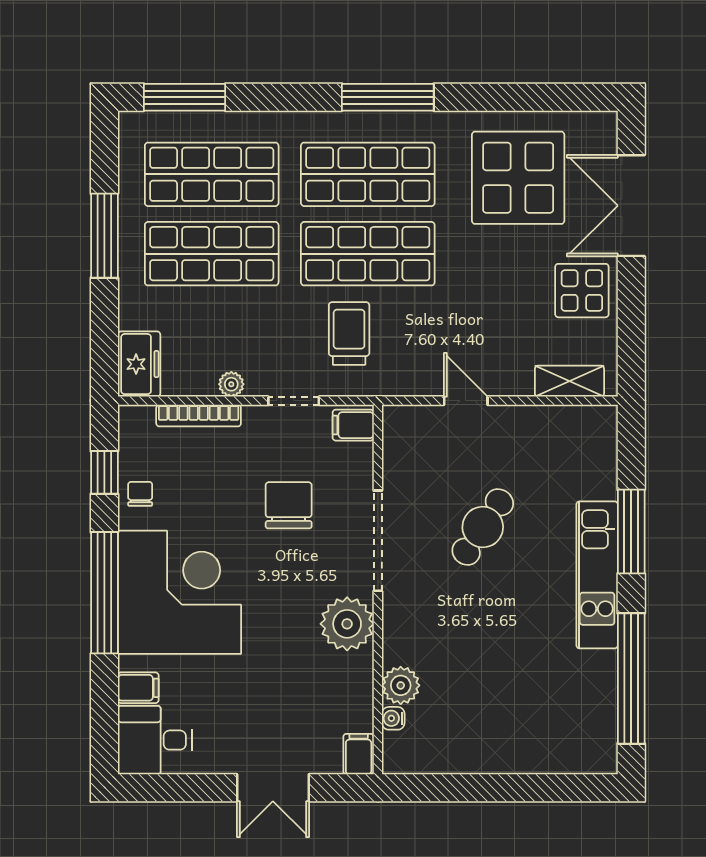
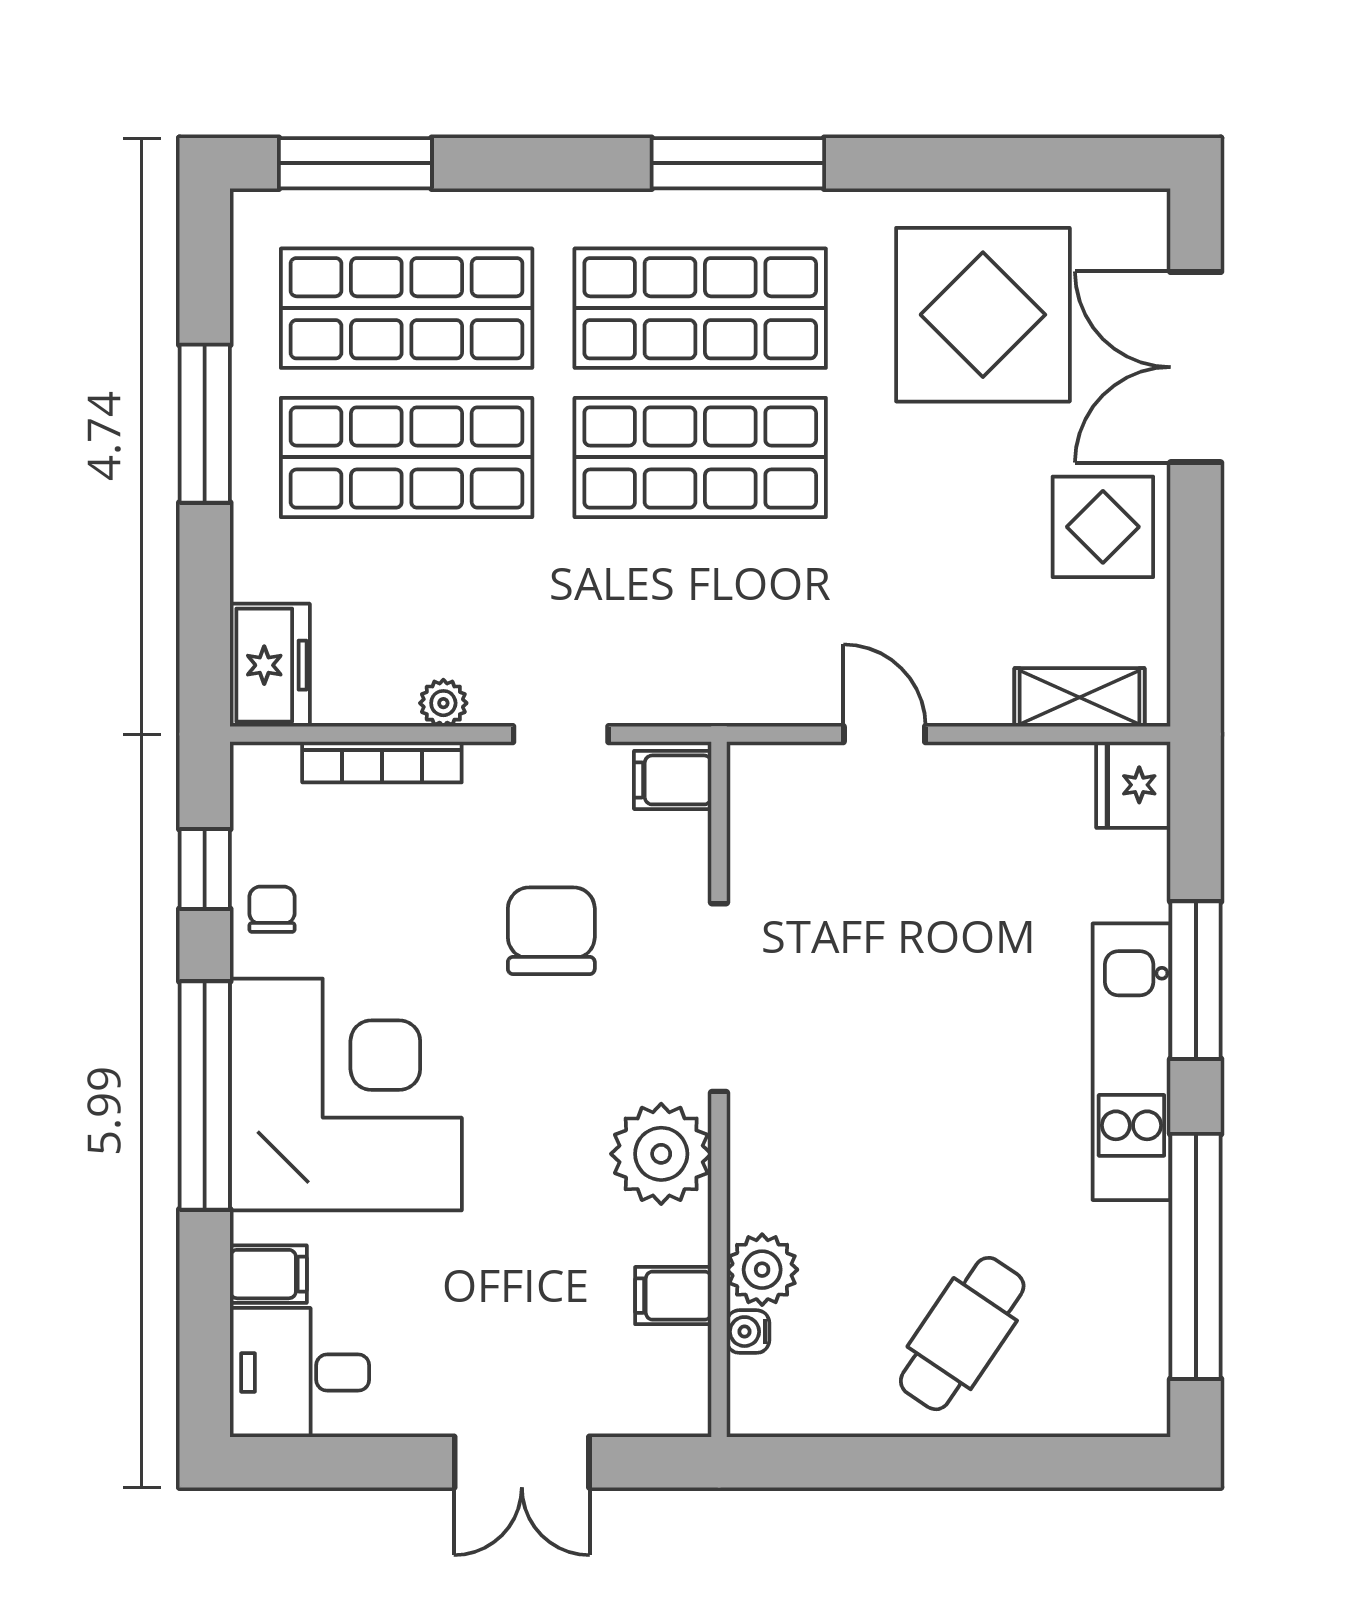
trolley: (349, 333) -> (665, 608), removed
fridge: (598, 428) -> (1133, 785), added
cafe table: (483, 527) -> (962, 1334), moved
filing cabinet: (359, 754) -> (673, 1296), moved, turned -90

